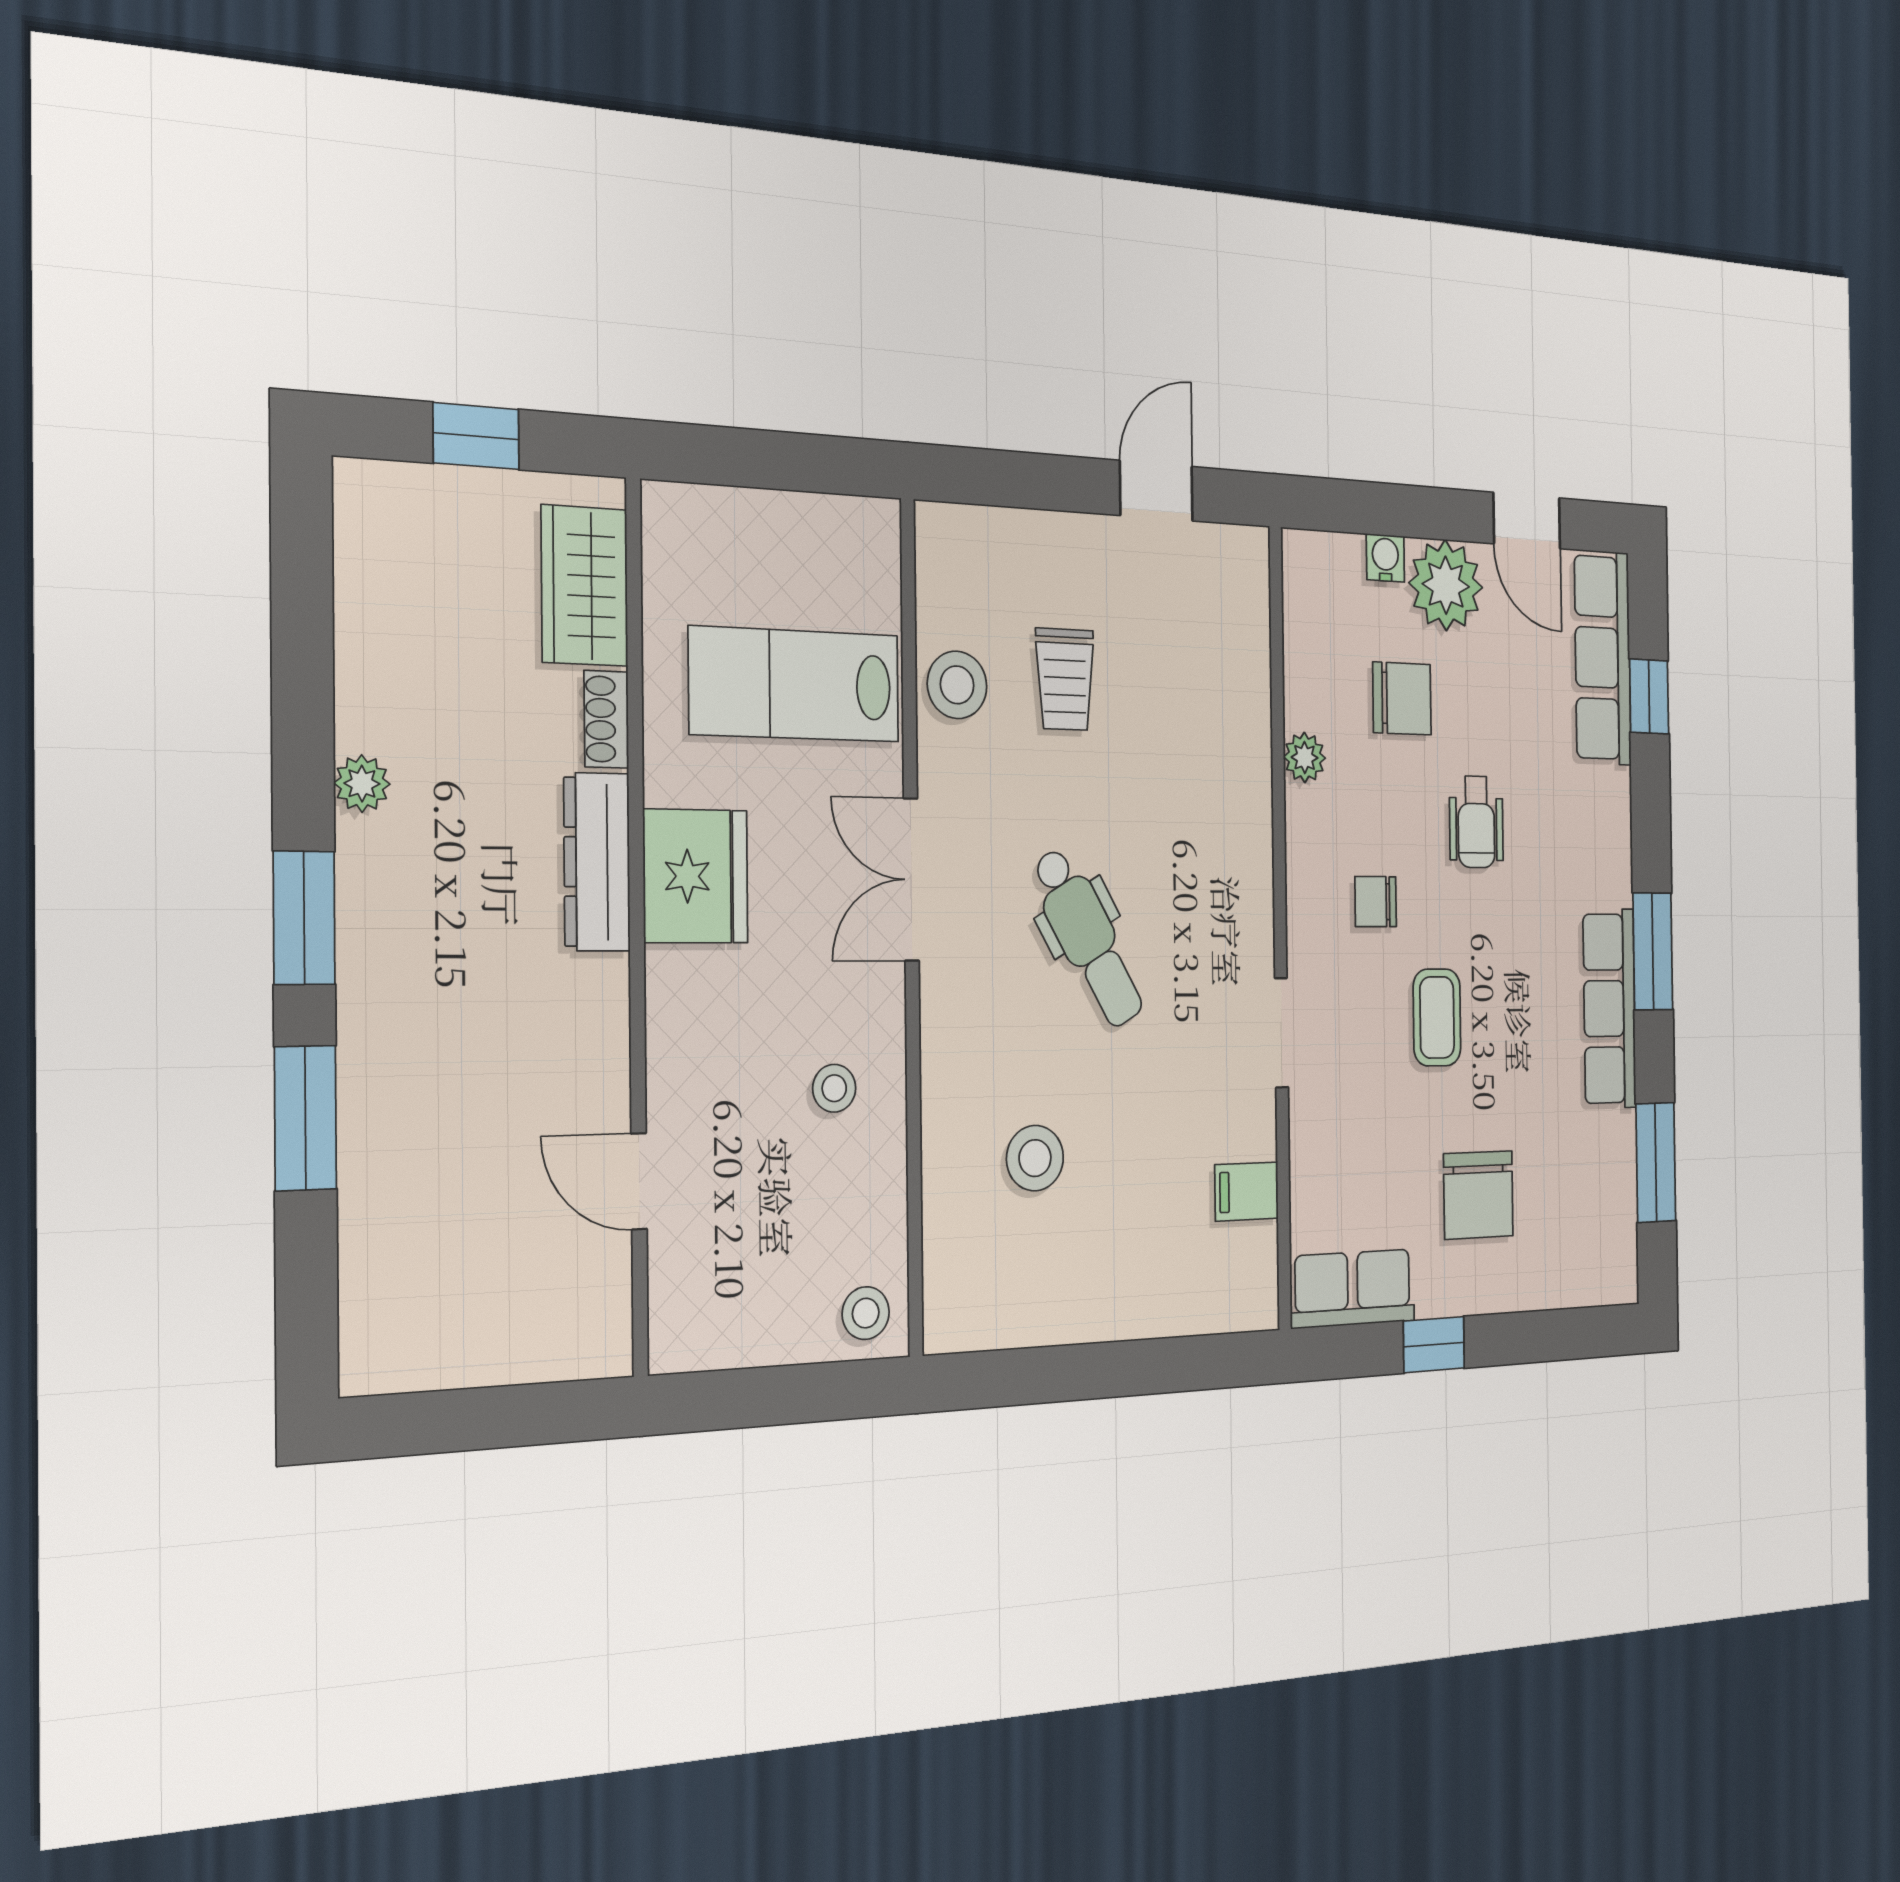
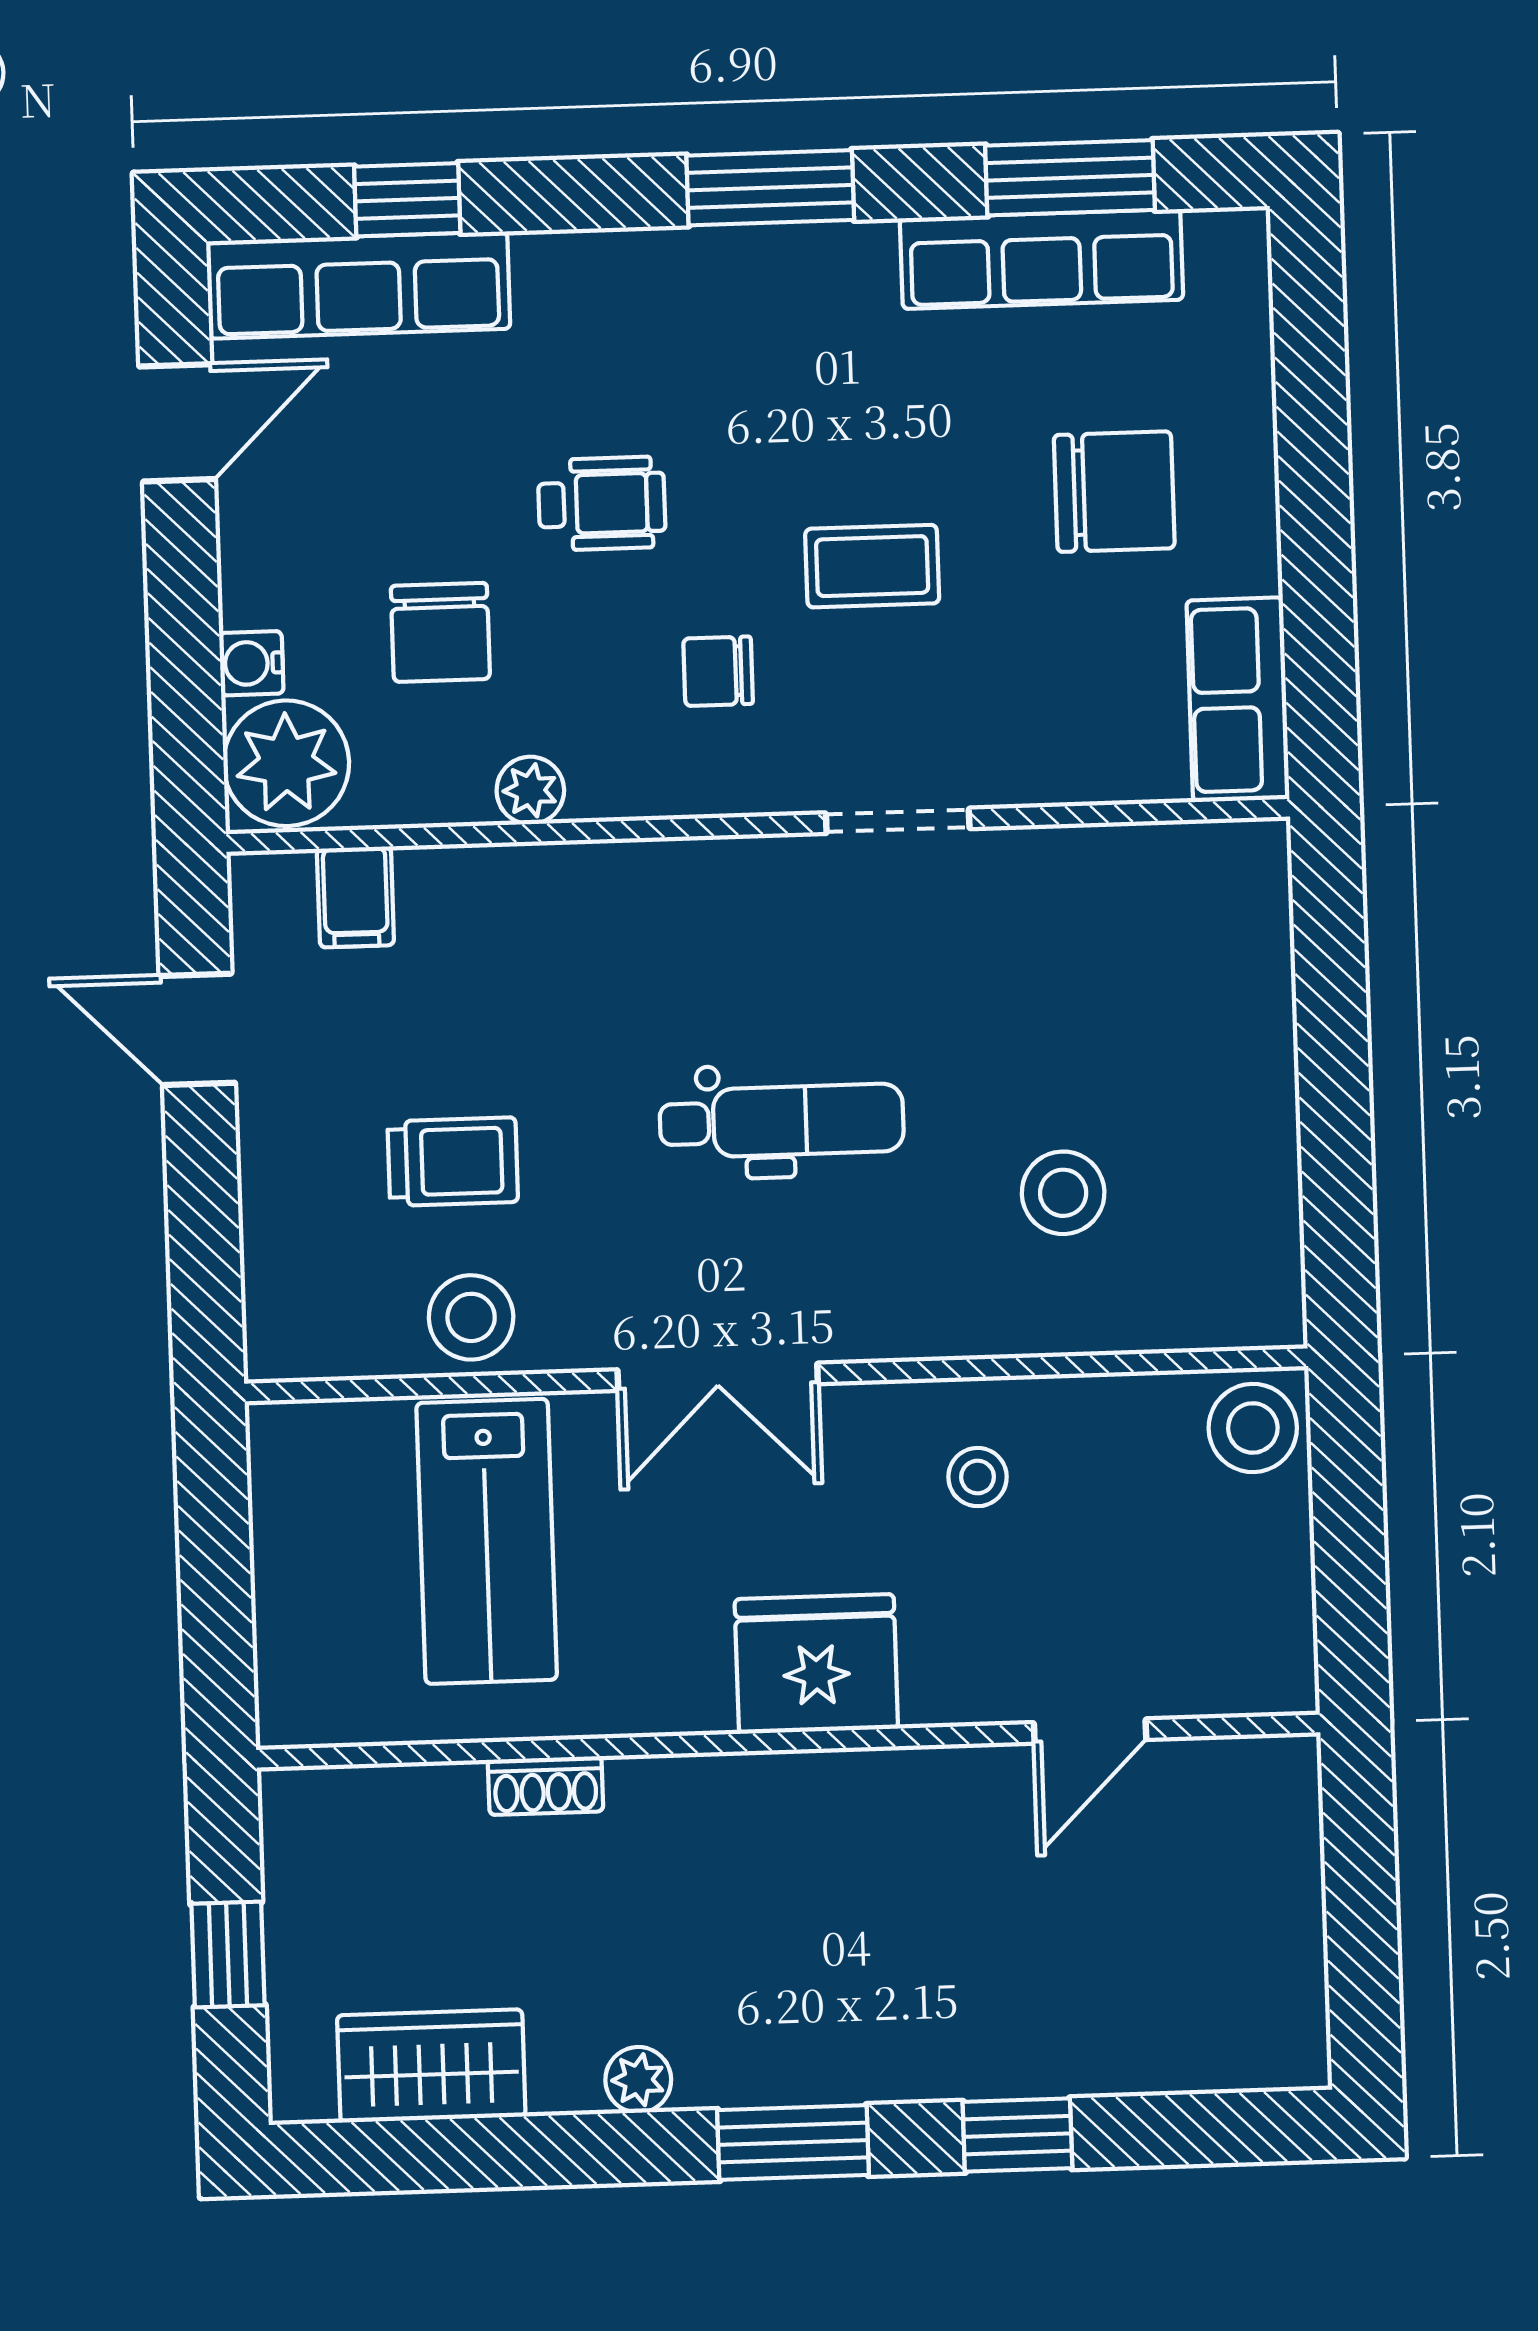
plant: (1446, 585) -> (286, 763), moved
wardrobe: (585, 586) -> (431, 2066), moved, turned 180
chair: (1402, 698) -> (440, 632), turned 180
dresser: (597, 862) -> (715, 1793), removed
fridge: (696, 876) -> (816, 1664), moved
chair: (1376, 902) -> (718, 671), turned 90
dental chair: (1088, 938) -> (782, 1121), turned 30
row of seats: (1609, 1008) -> (1041, 259), moved
window: (305, 1118) -> (1017, 2135), width x0.67
filing cabinet: (1247, 1192) -> (355, 897), moved
stool: (866, 1313) -> (1253, 1428), width x1.37, depth x1.37
window: (1434, 1345) -> (1317, 564), removed

